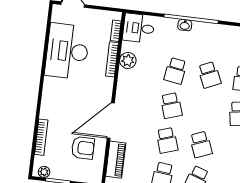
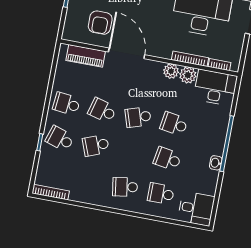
washbasin: (185, 25) -> (216, 163), moved
desk: (139, 28) -> (215, 88), width x1.37
school desk: (209, 75) -> (167, 159), turned 33
plant: (125, 77) -> (171, 71), added
school desk: (167, 140) -> (102, 110), turned 33

